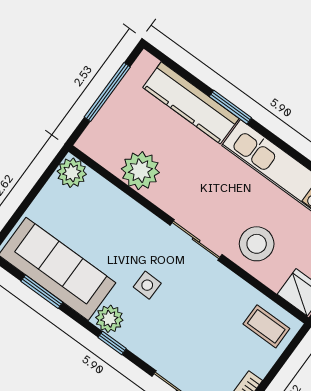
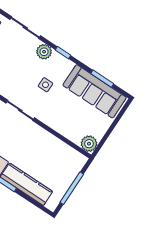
plant: (140, 171) -> (52, 146), removed
plant: (109, 319) -> (44, 52), moved

